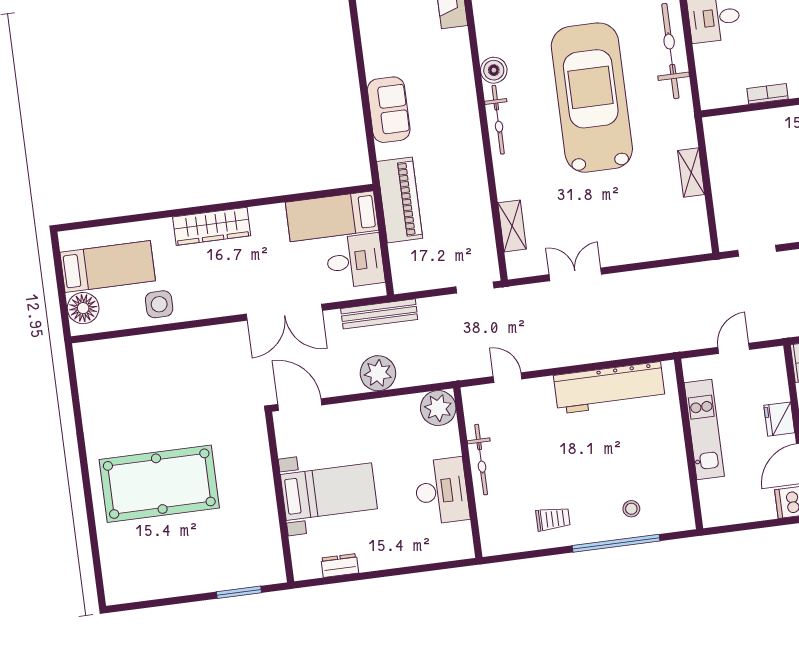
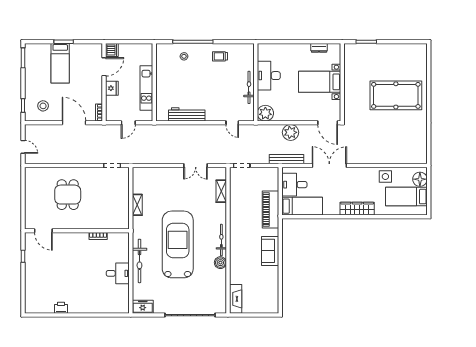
car: (592, 98) -> (178, 244), turned 180
workbench: (610, 388) -> (187, 114), width x0.73, depth x0.76

